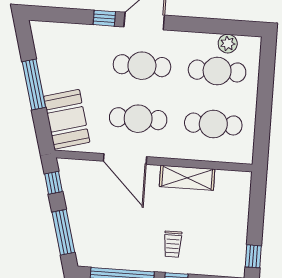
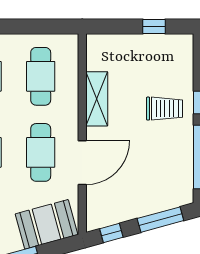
trolley: (173, 244) -> (165, 109), width x1.36, depth x1.39
window: (253, 256) -> (154, 27), moved

